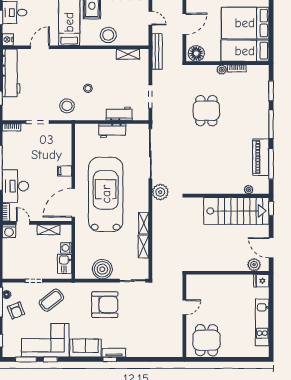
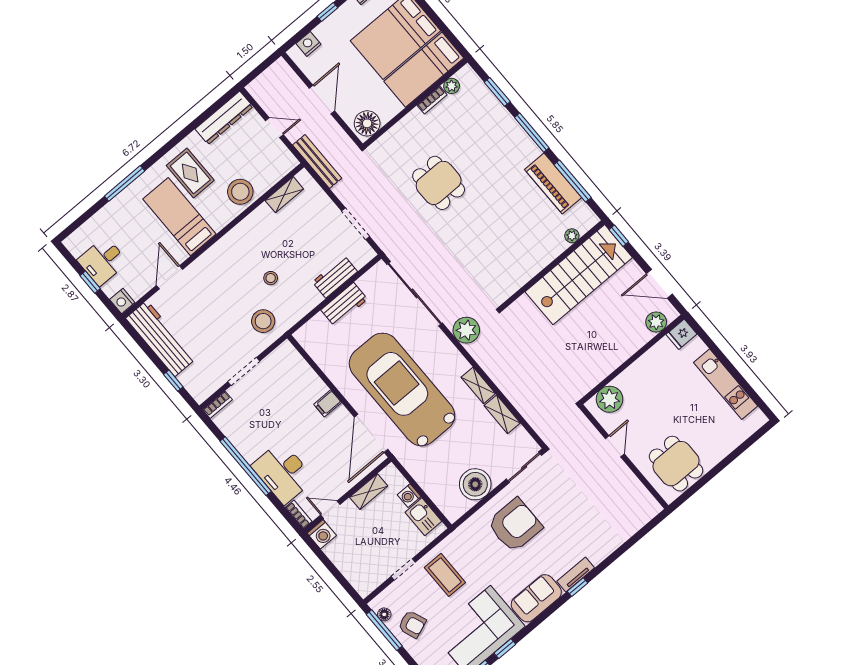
plant: (222, 70) -> (452, 86), moved
plant: (201, 283) -> (609, 399), added
coffee table: (51, 300) -> (445, 575), turned -52

